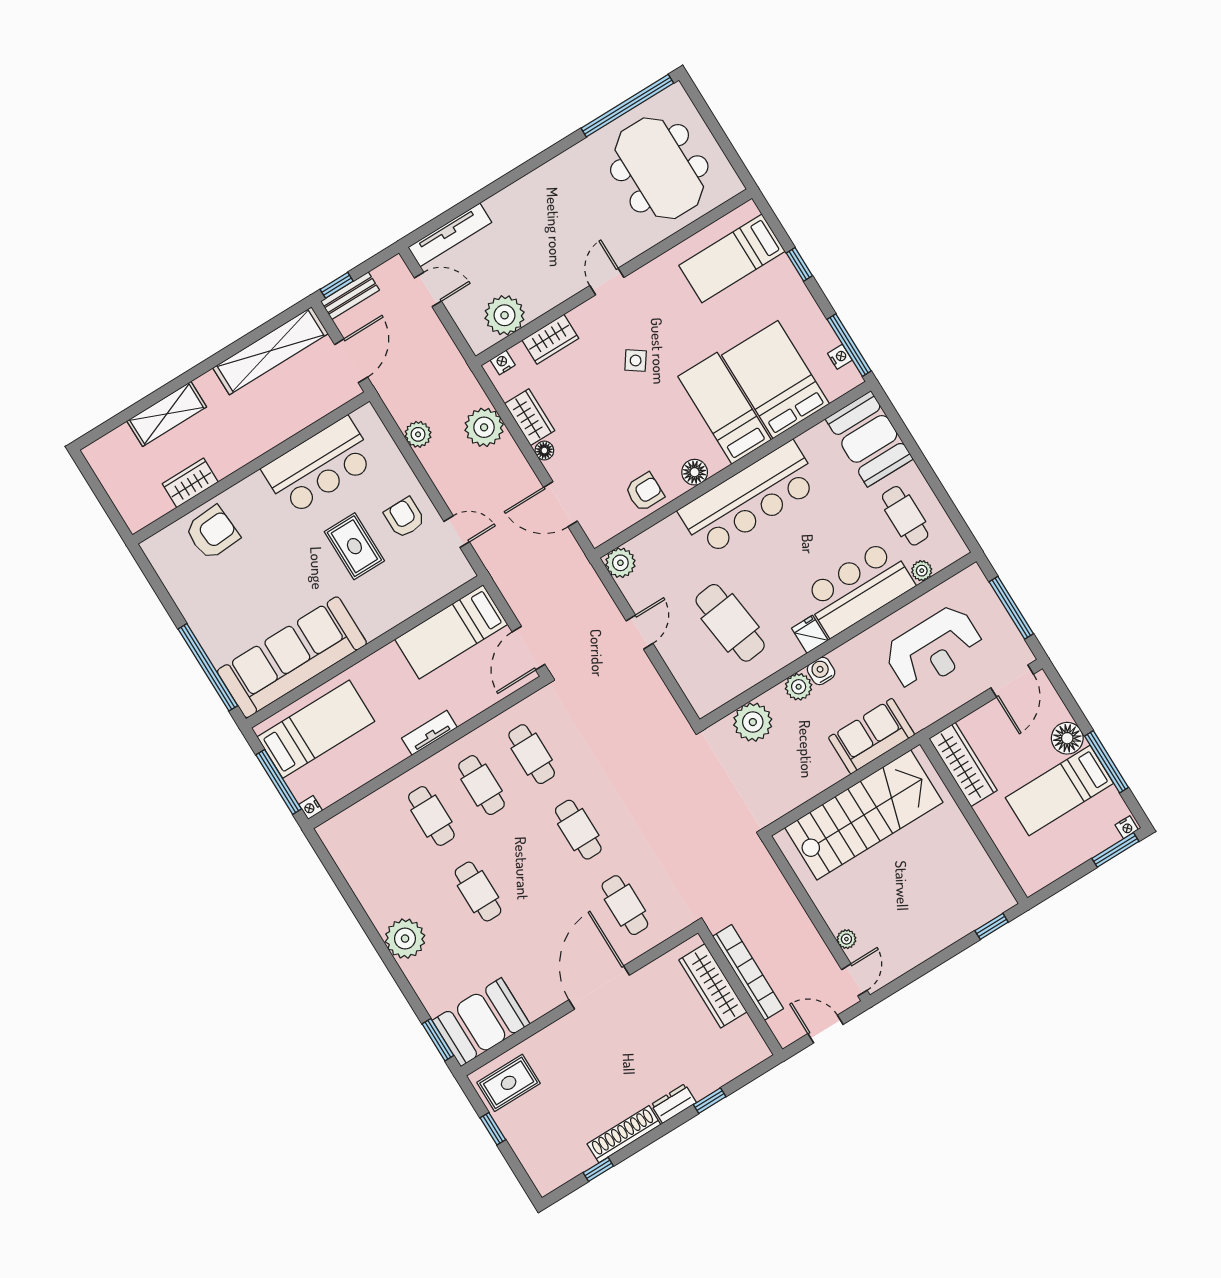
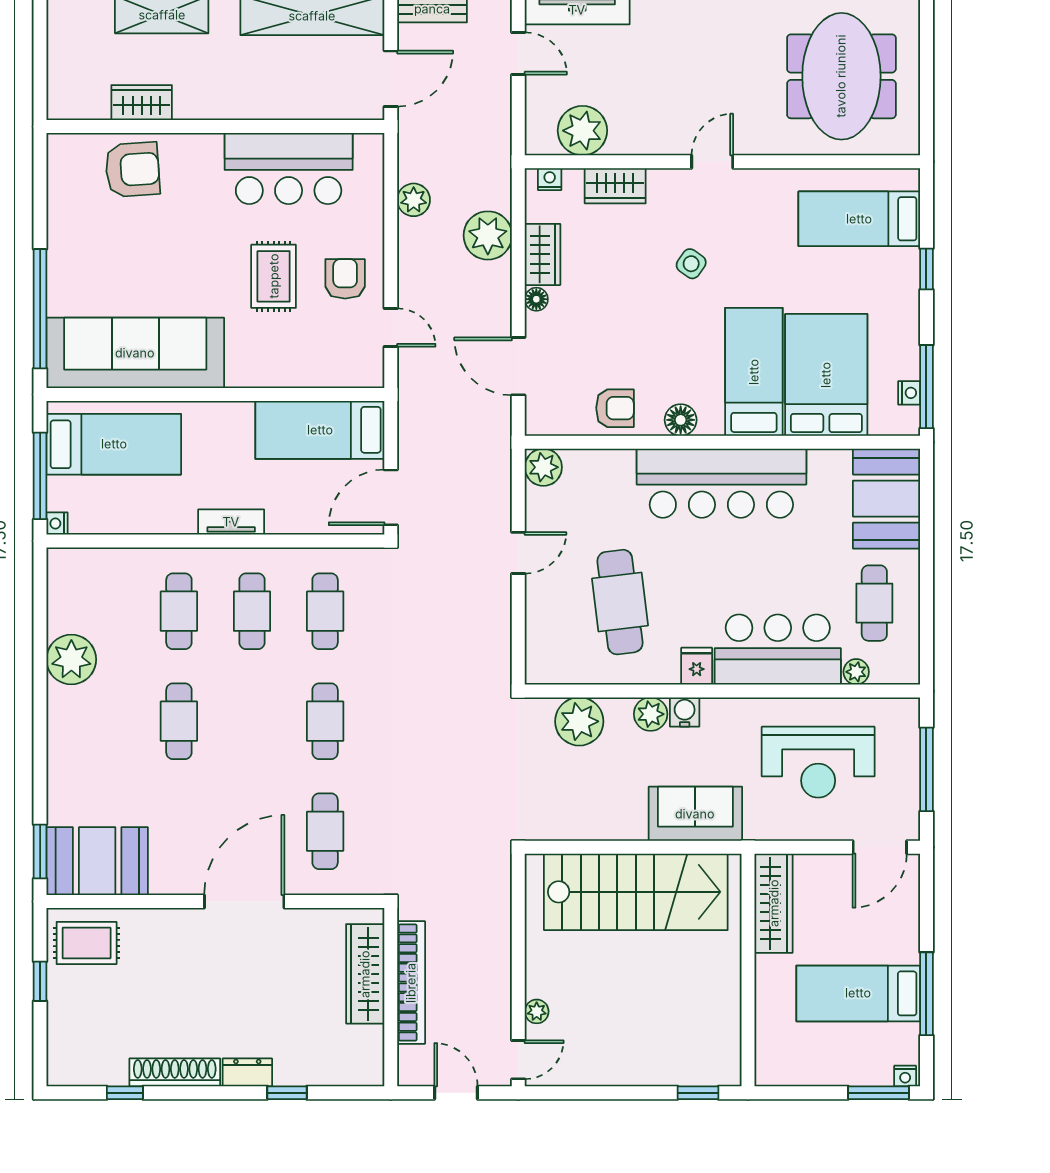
floor lamp: (1067, 738) -> (900, 943), removed
plant: (405, 939) -> (71, 660), moved

